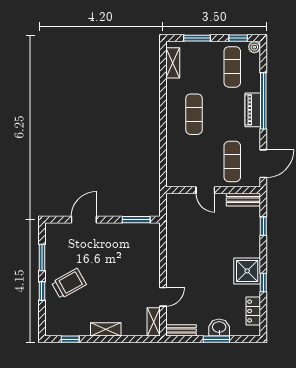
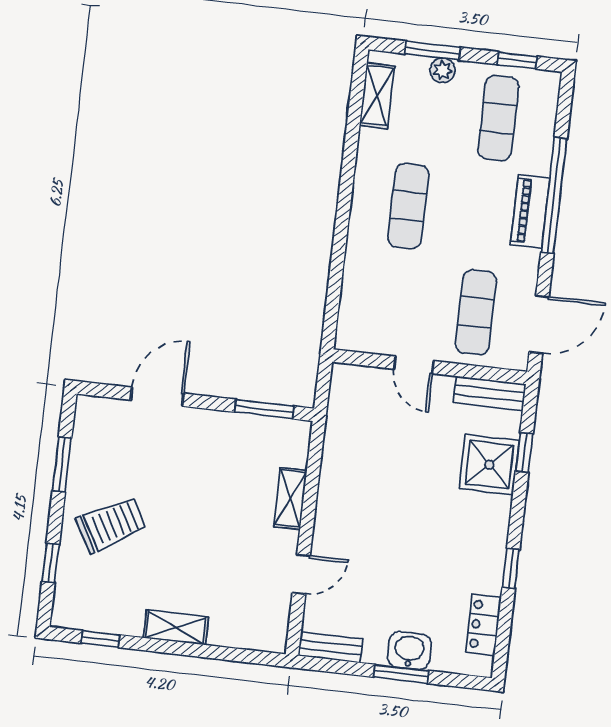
plant: (254, 47) -> (443, 70), moved
shower: (247, 271) -> (489, 465), moved
window: (42, 291) -> (51, 563), moved
shelving: (154, 322) -> (290, 499), moved

